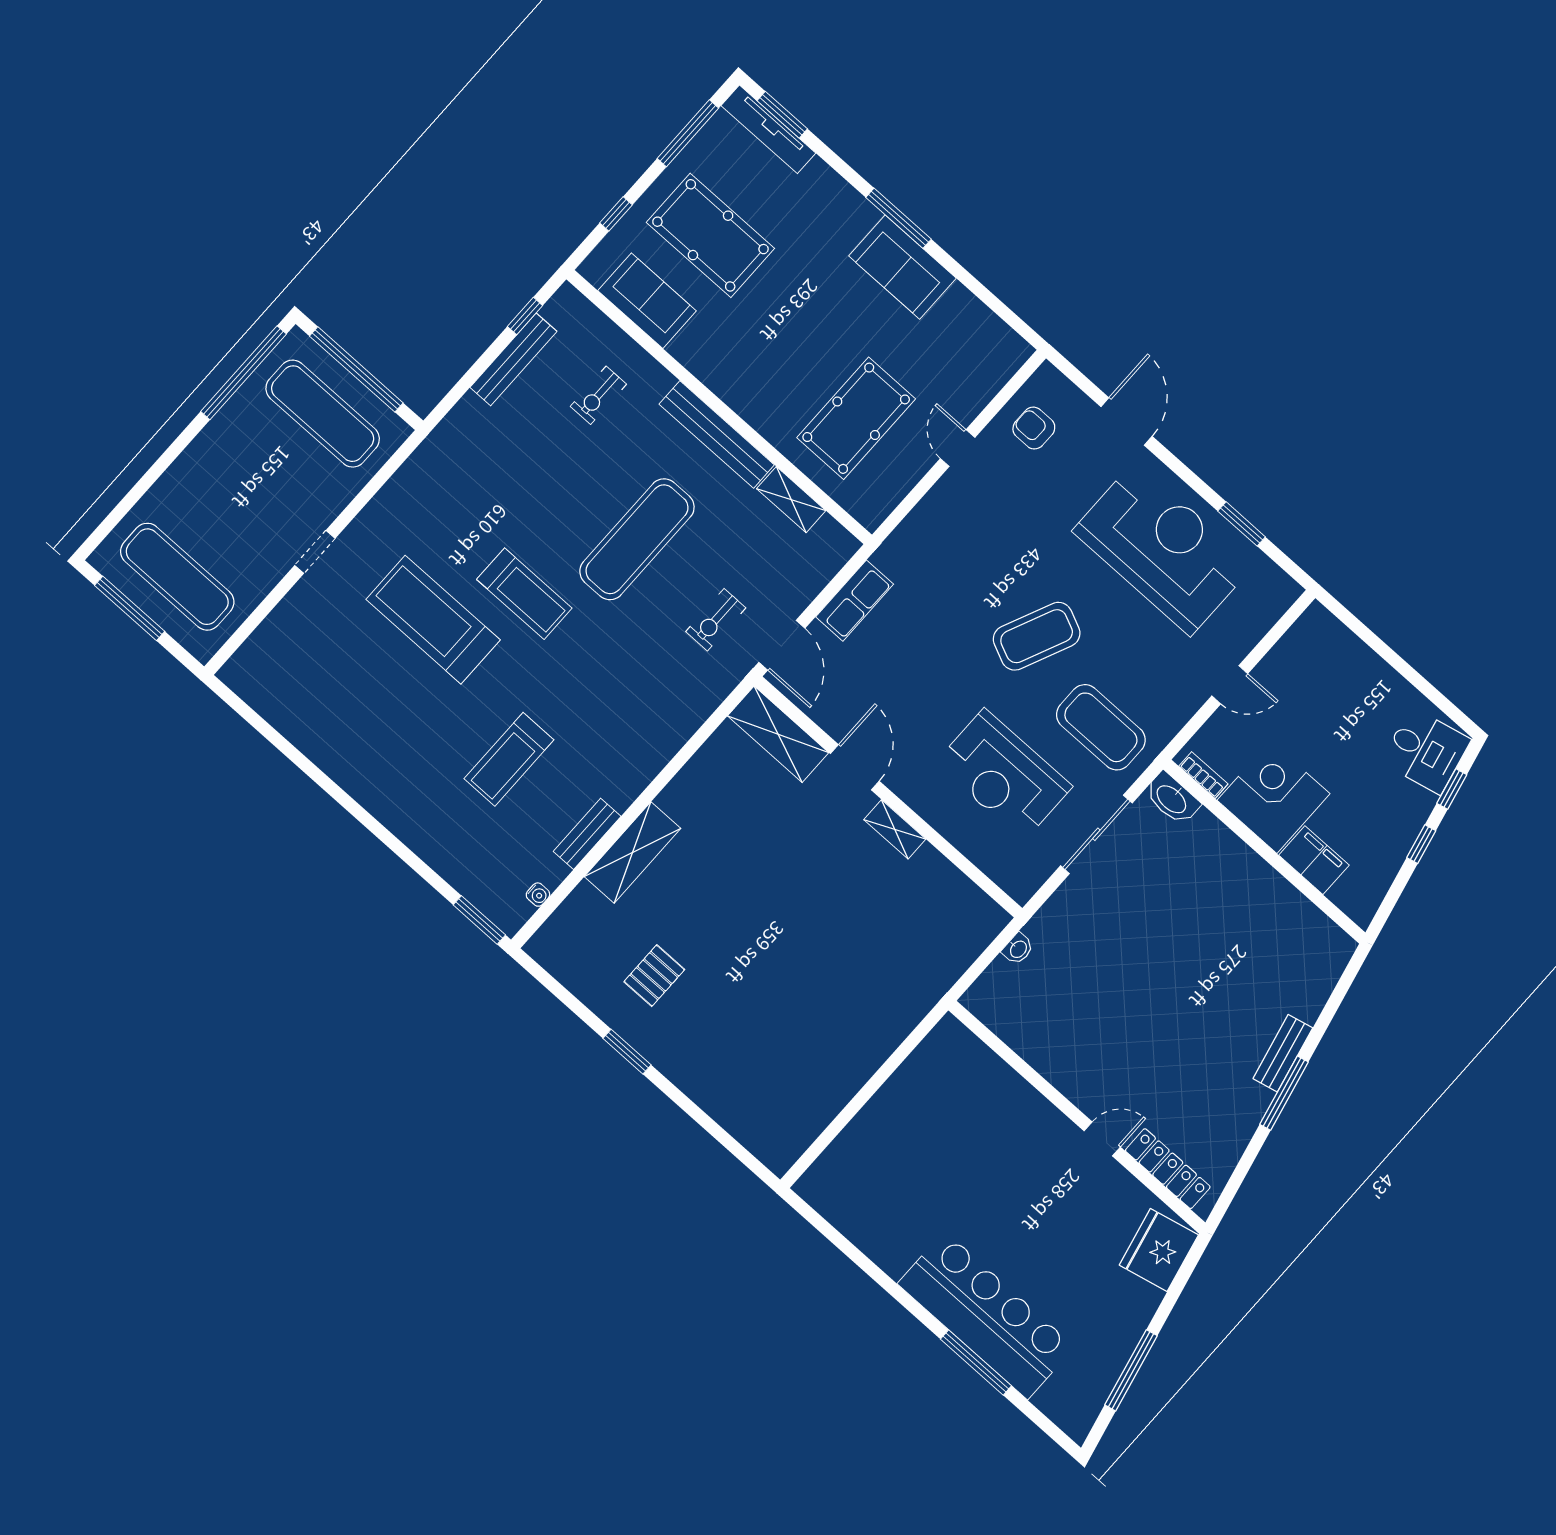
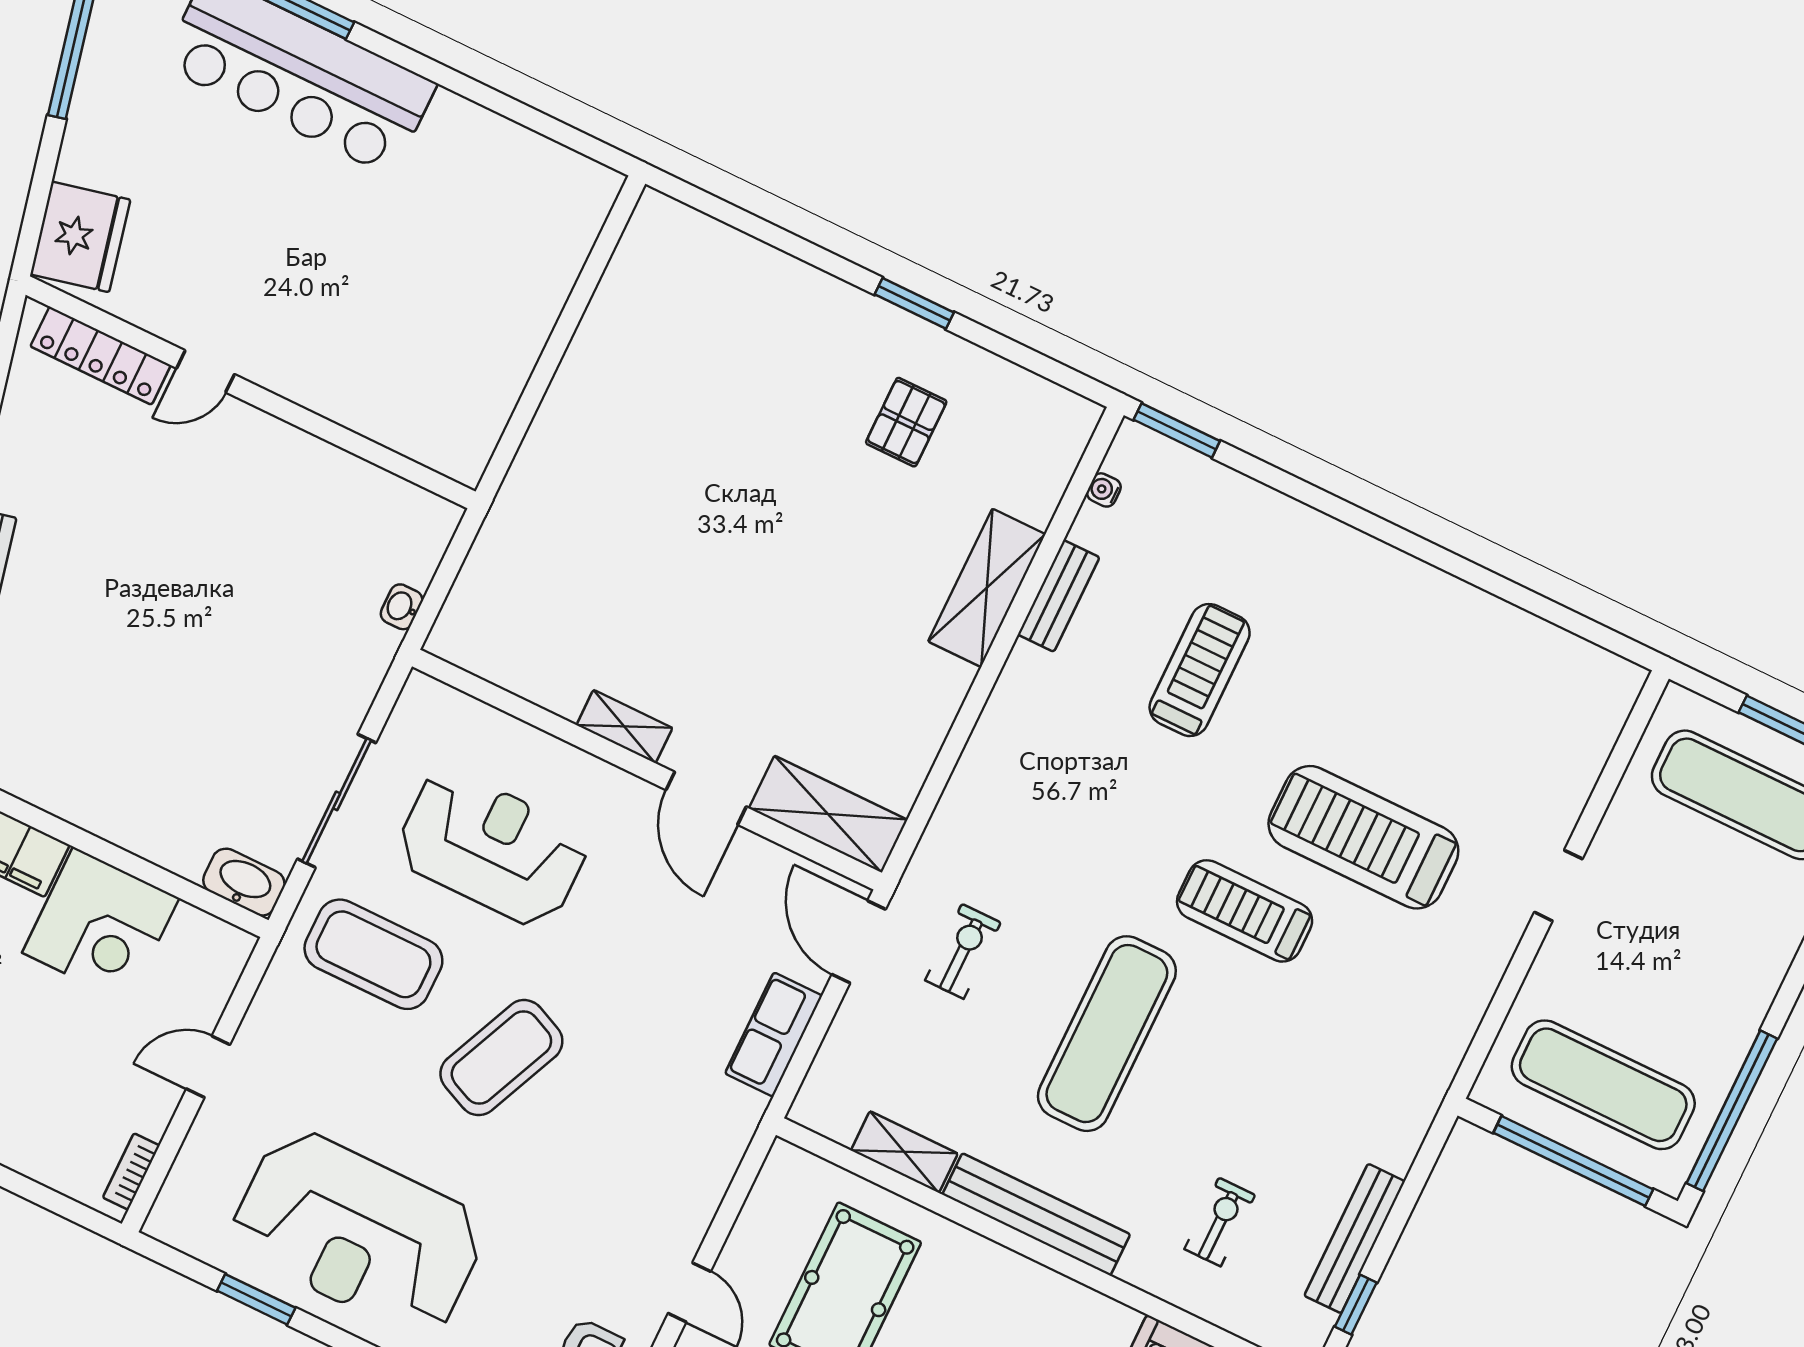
treadmill: (433, 620) -> (1363, 837), turned 180
bookcase: (1203, 775) -> (131, 1172), moved, turned 90

